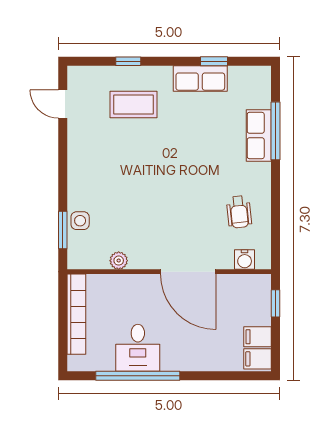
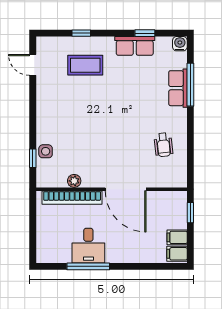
window: (63, 230) -> (33, 158), width x0.67
water cooler: (245, 260) -> (180, 44), moved, turned 180
bookcase: (76, 314) -> (72, 198), moved, turned 90
window: (138, 376) -> (88, 266), width x0.68

